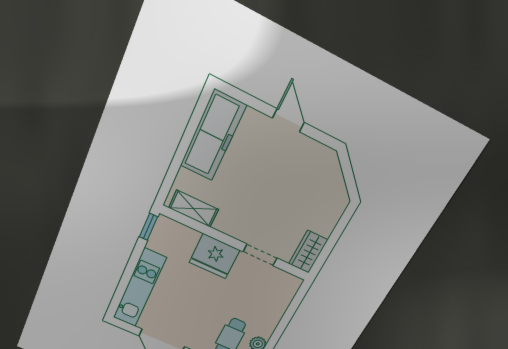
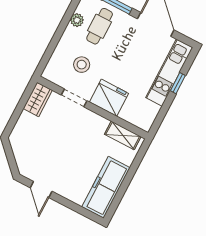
door: (288, 120) -> (41, 189), moved
window: (148, 227) -> (178, 83), moved
stool: (251, 295) -> (82, 65), added

